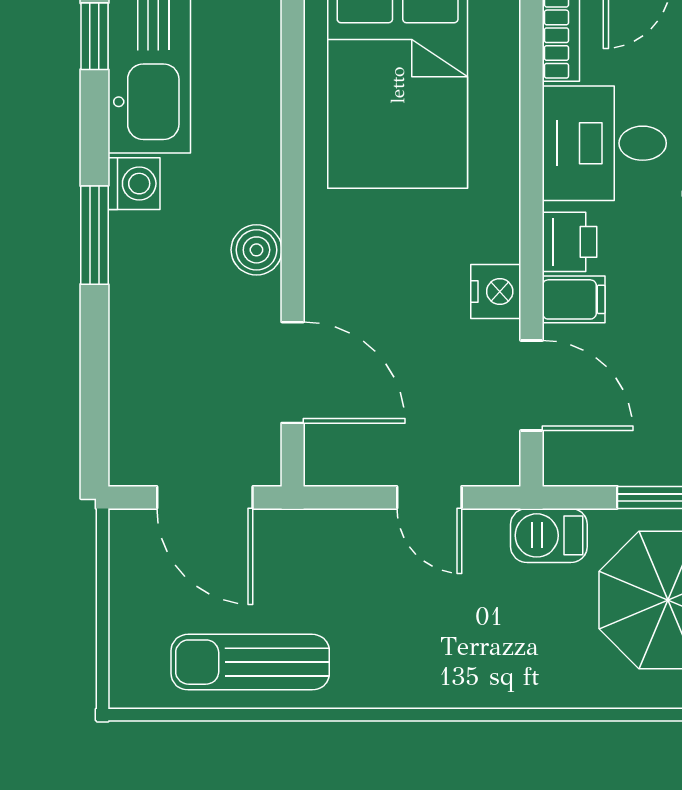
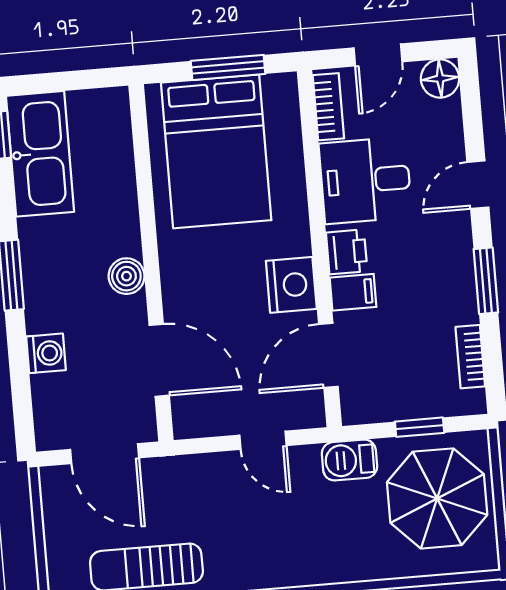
washing machine: (134, 184) -> (46, 353), moved
nightstand: (496, 292) -> (291, 285), width x1.36, depth x1.33
door: (532, 385) -> (328, 355), swing flipped

